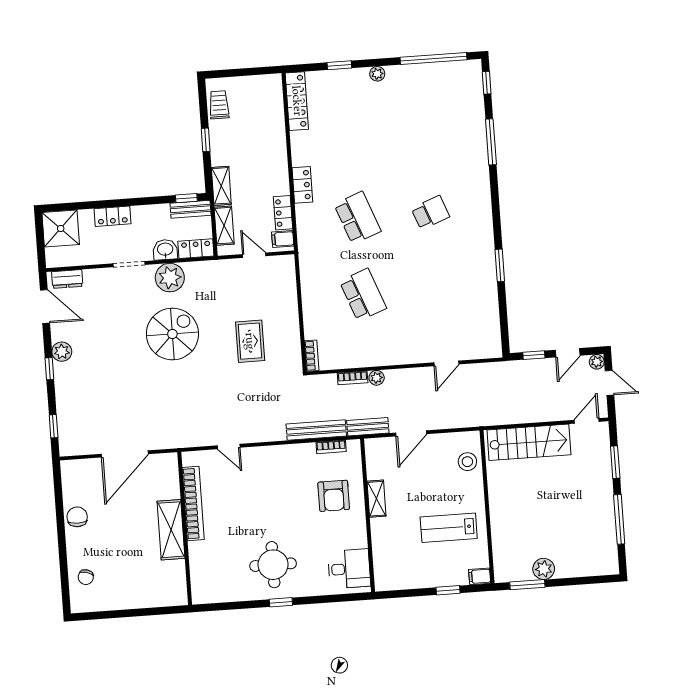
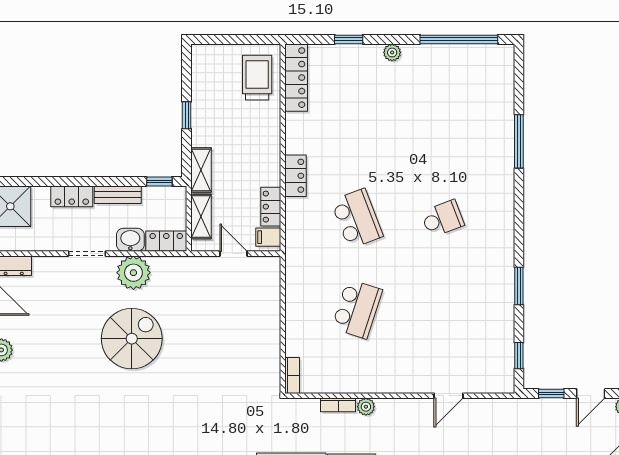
window: (487, 83) -> (519, 356), moved
trolley: (219, 105) -> (257, 78), moved, width x1.36, depth x1.39
bench: (191, 209) -> (118, 195), moved
school desk: (363, 295) -> (357, 309), turned 39
rug: (250, 341) -> (222, 354), removed

